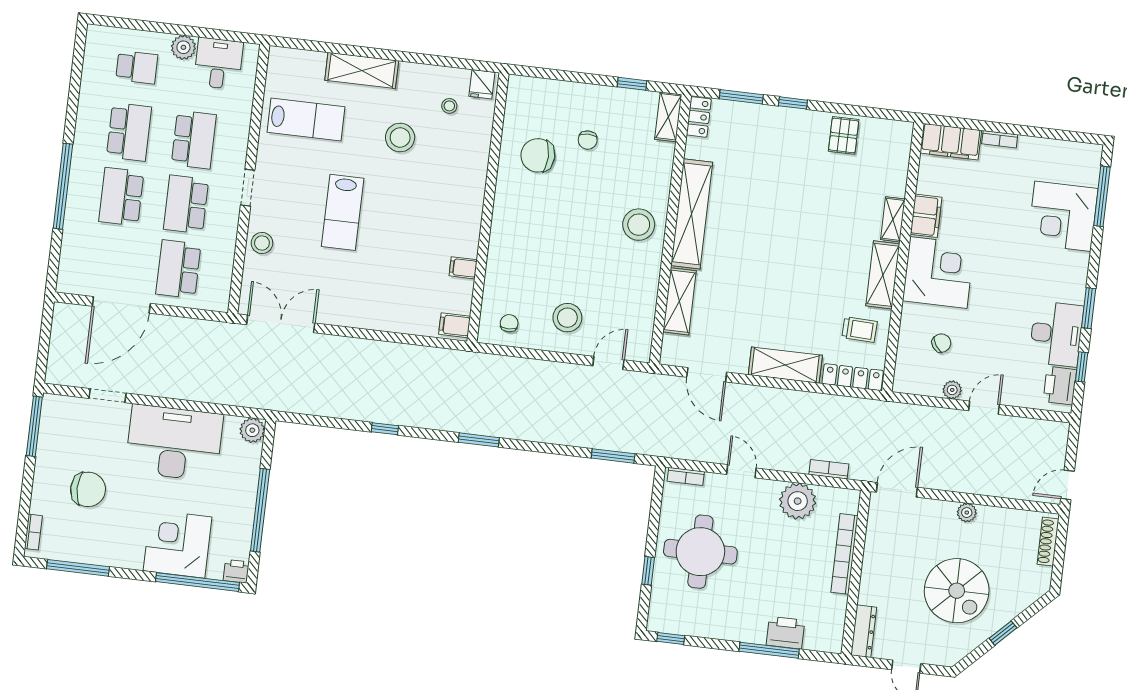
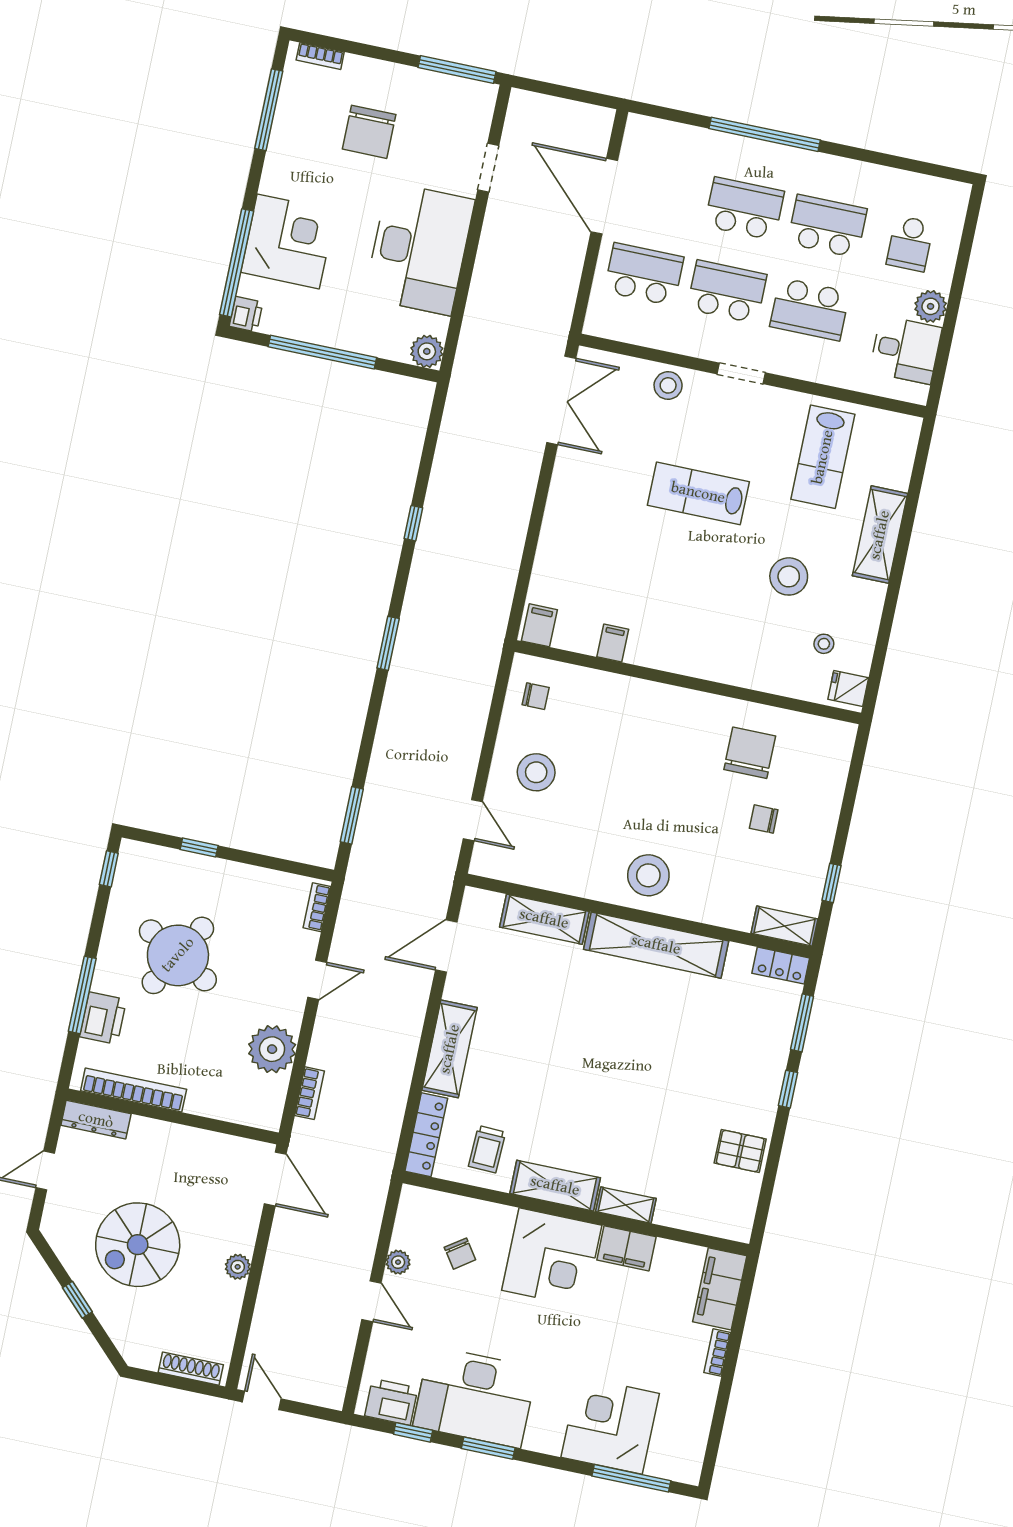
school desk: (129, 132) -> (827, 226), turned 180
desk: (1056, 334) -> (475, 1397), width x1.36, depth x1.30
round table: (700, 552) -> (178, 955), moved, turned 30
bookcase: (844, 554) -> (134, 1090), moved

